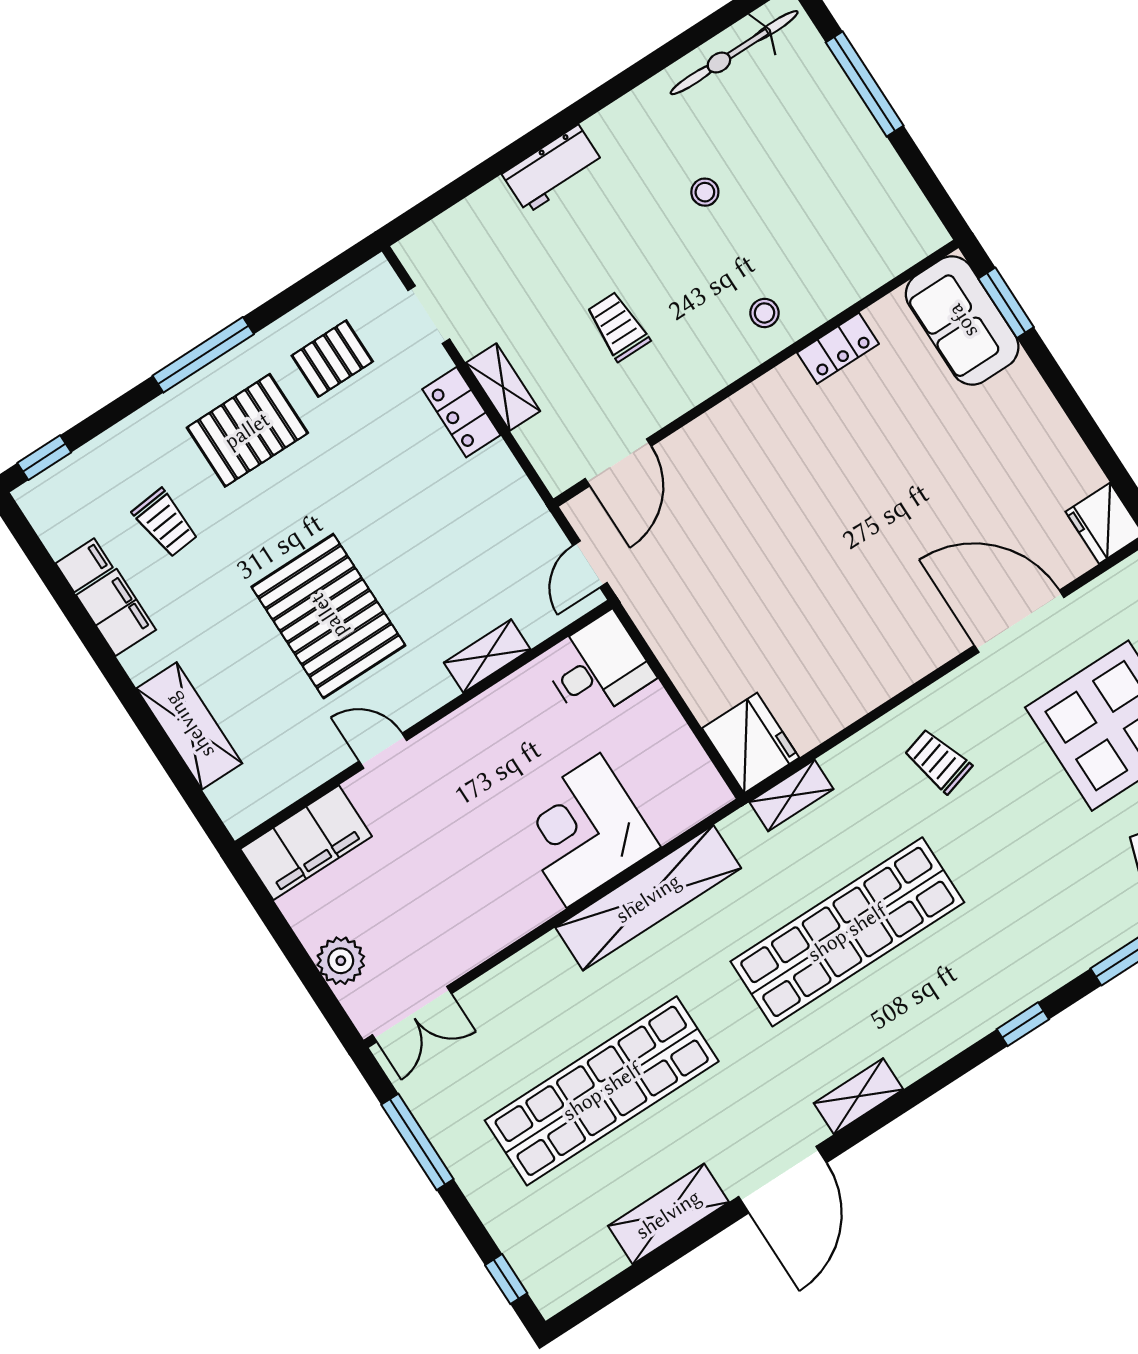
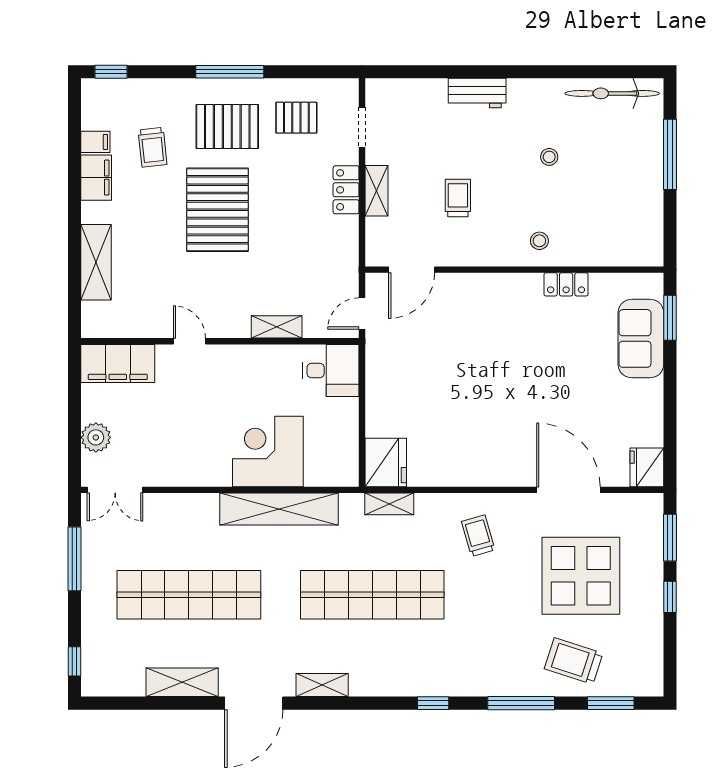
sofa: (962, 321) -> (641, 338), moved
pallet: (328, 616) -> (218, 210), moved

